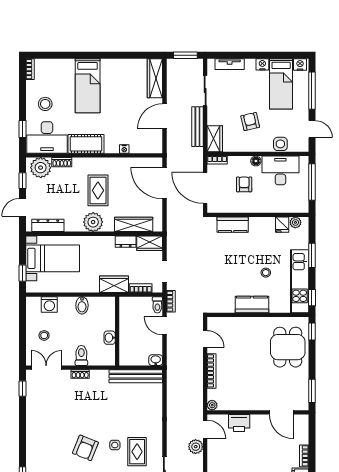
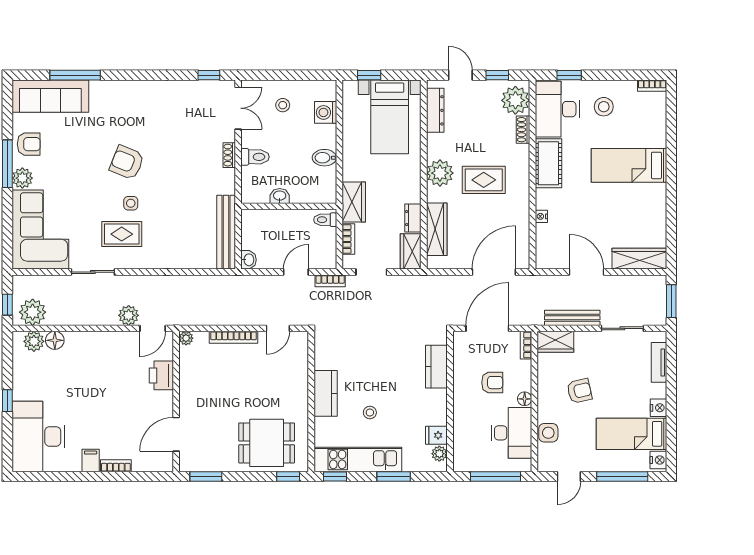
toilet: (157, 305) -> (325, 220), moved

